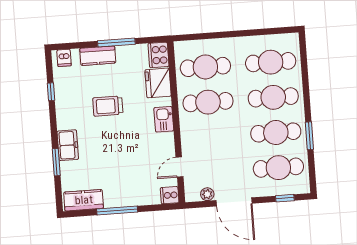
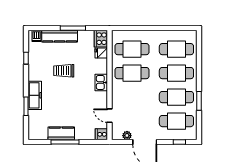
kitchen counter: (98, 56) -> (60, 36), width x1.50
fridge: (158, 83) -> (101, 53), width x0.53, depth x0.75
freezer: (68, 145) -> (35, 95), width x1.40
door: (179, 167) -> (109, 116), hinge flipped
kitchen counter: (84, 200) -> (61, 133), moved

